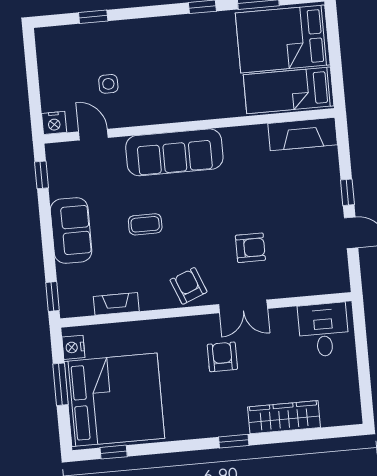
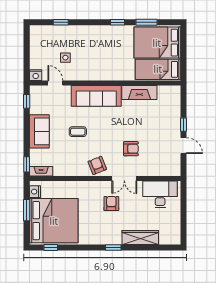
fireplace: (303, 134) -> (139, 93), moved
fireplace: (116, 304) -> (41, 171), moved
desk: (324, 330) -> (160, 194), width x1.37

